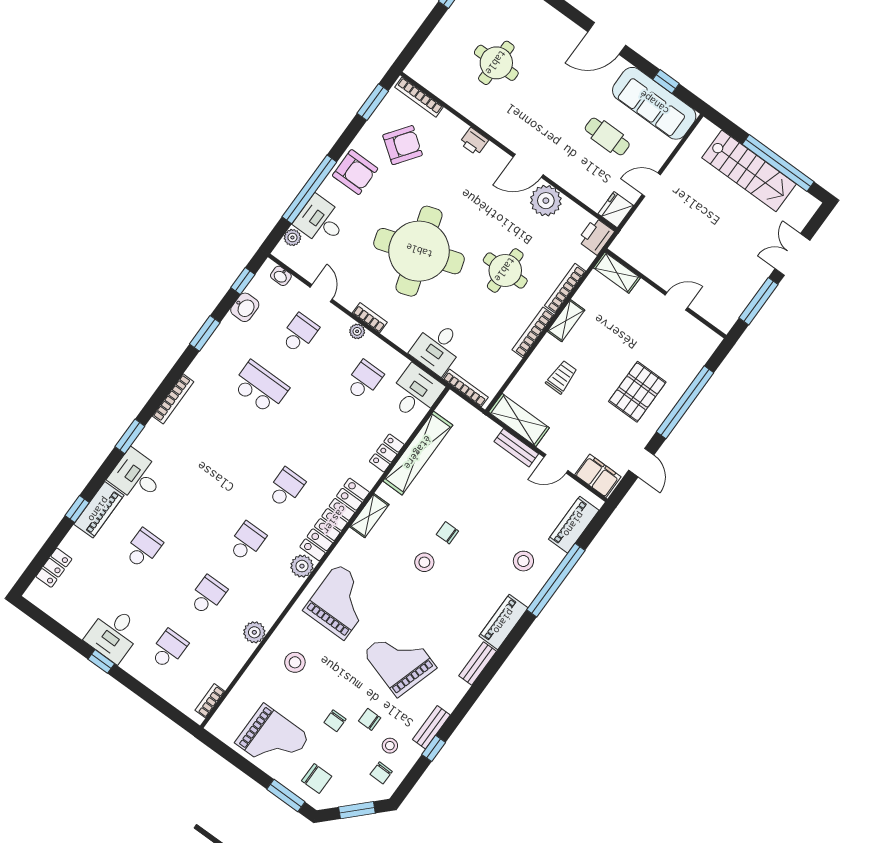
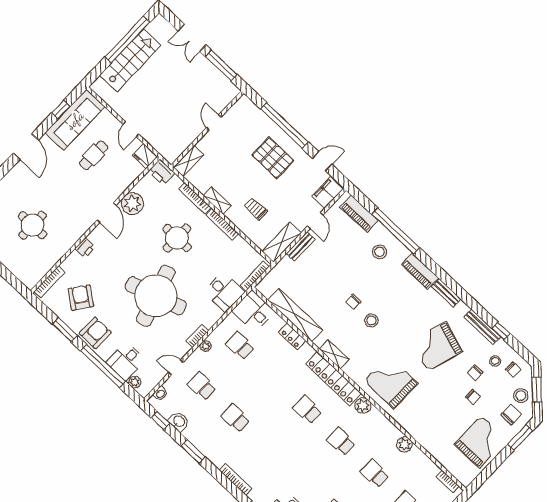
window: (373, 102) -> (65, 330), moved
school desk: (260, 387) -> (235, 418), width x0.54
stool: (295, 662) -> (521, 396), moved
bench: (431, 727) -> (482, 327), width x1.36

